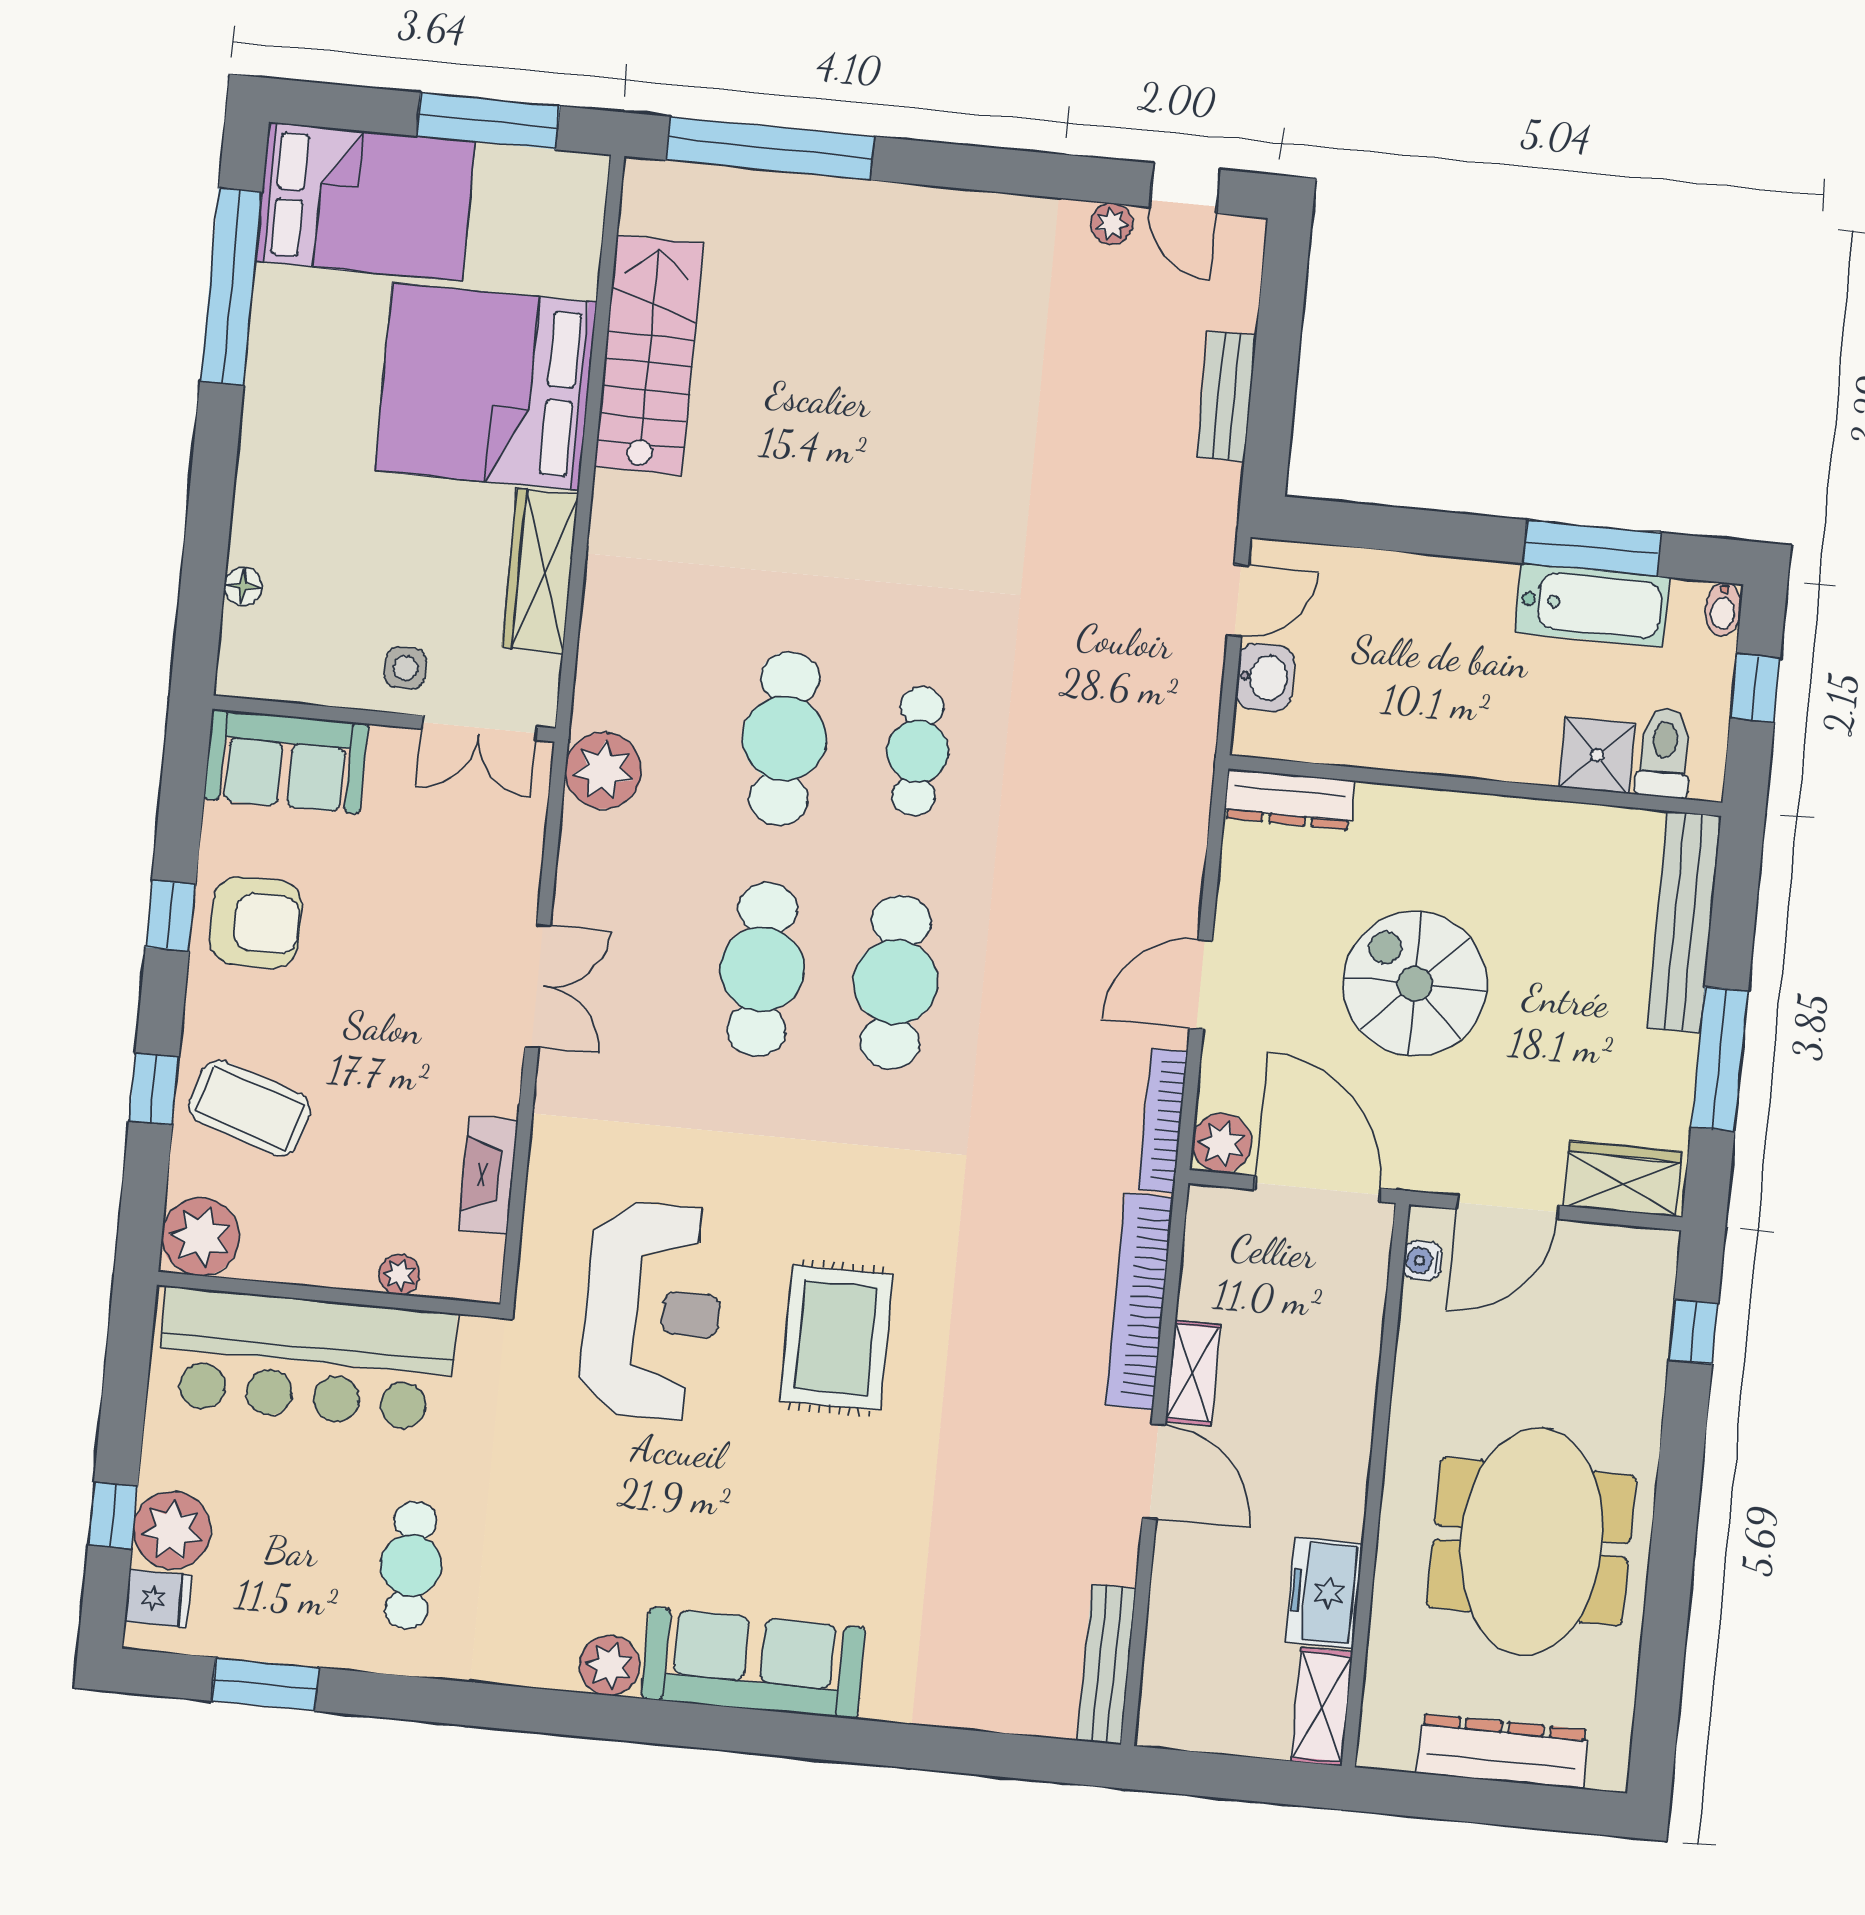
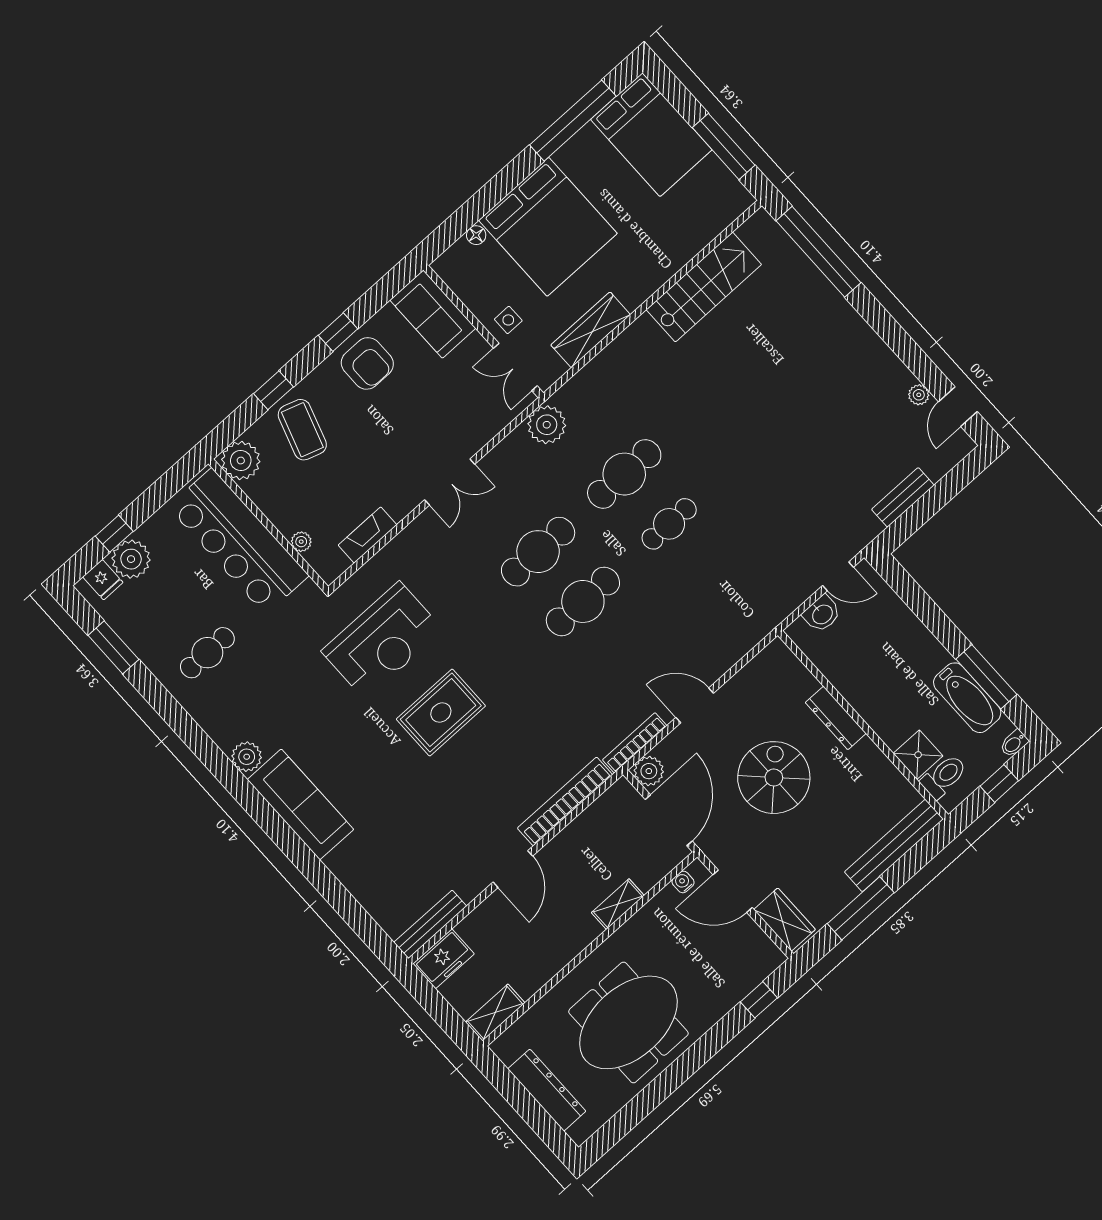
bed: (486, 387) -> (548, 227), moved, turned 180
dresser: (1289, 799) -> (836, 718), moved
shelving: (1193, 1373) -> (618, 904), moved
freezer: (1324, 1593) -> (444, 959), moved, turned 180

